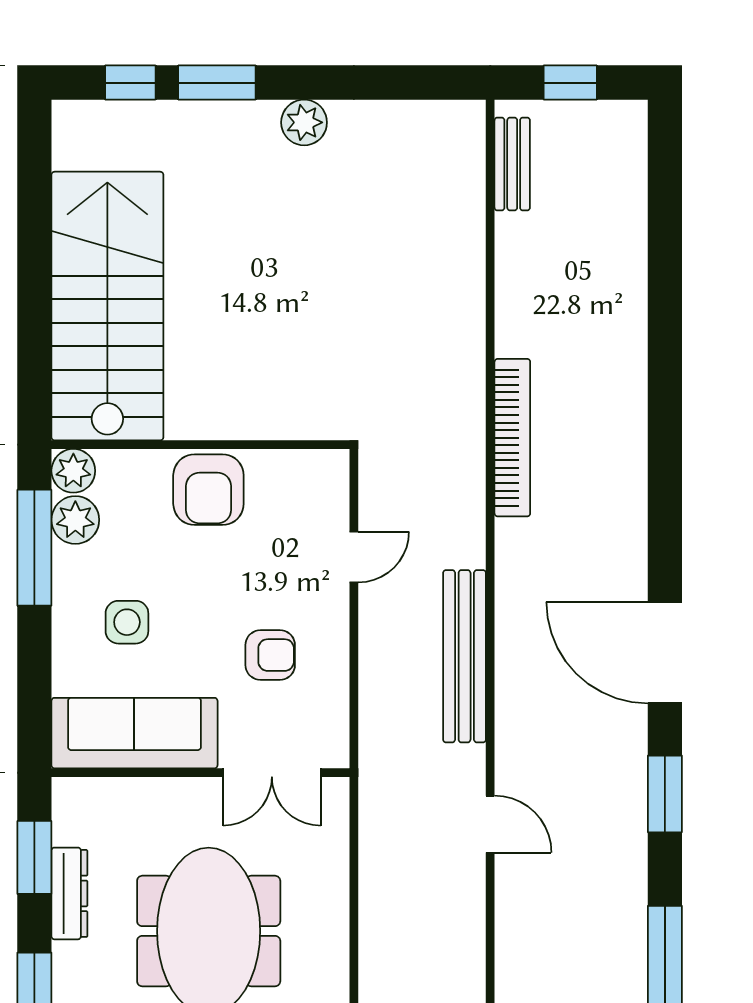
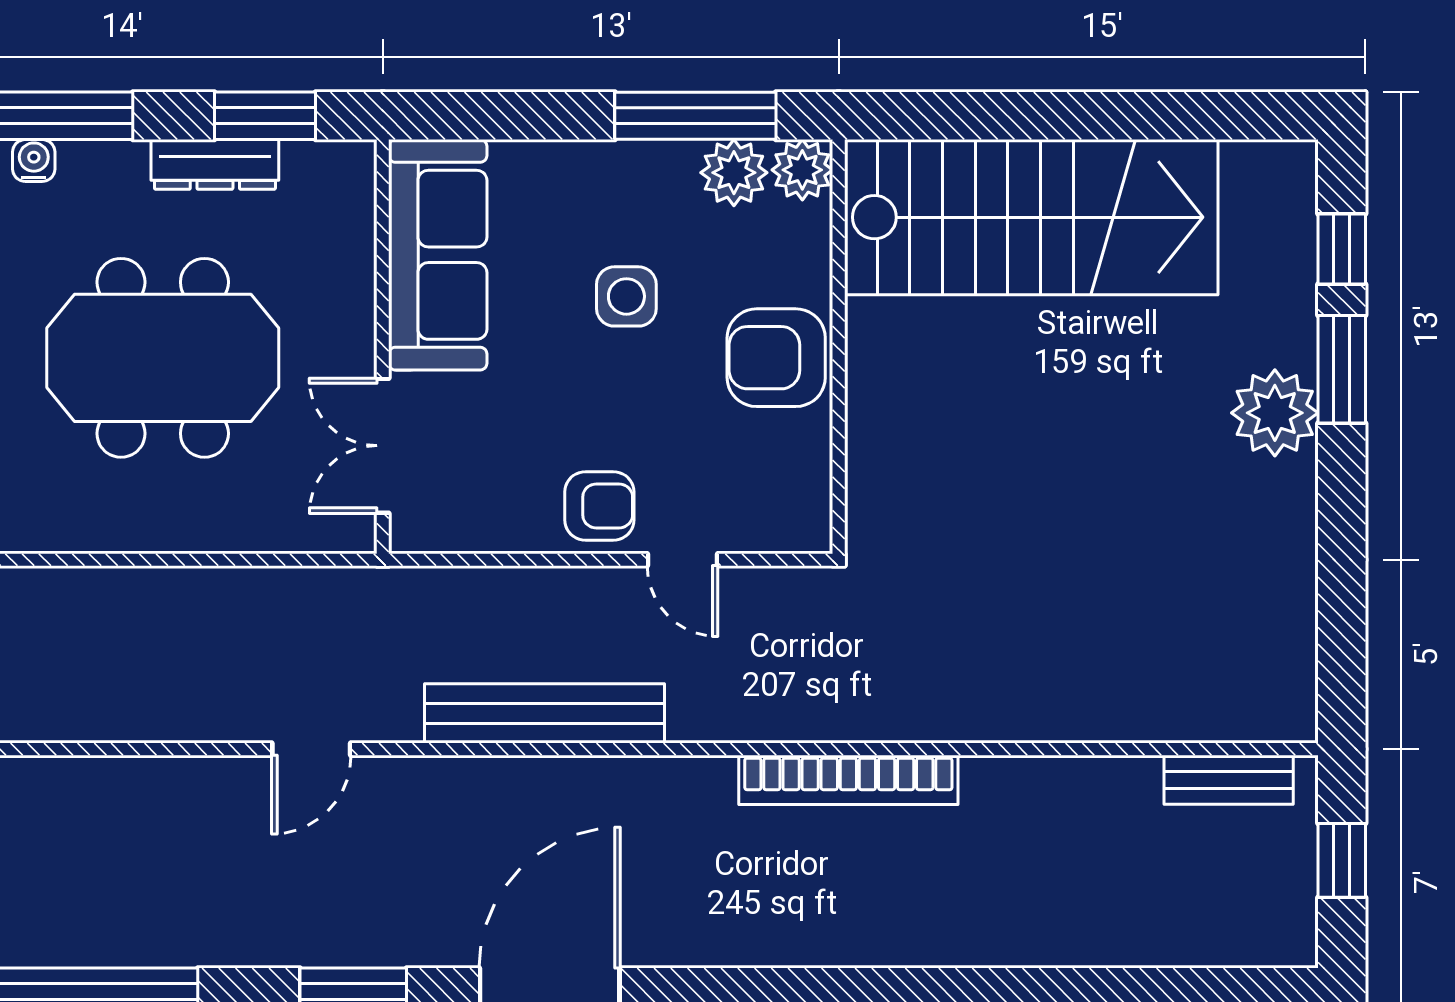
plant: (304, 122) -> (1275, 413), moved, width x1.36, depth x1.36
side table: (127, 622) -> (626, 296), moved
armchair: (270, 655) -> (599, 506), moved, turned -90

